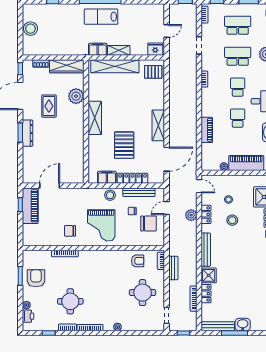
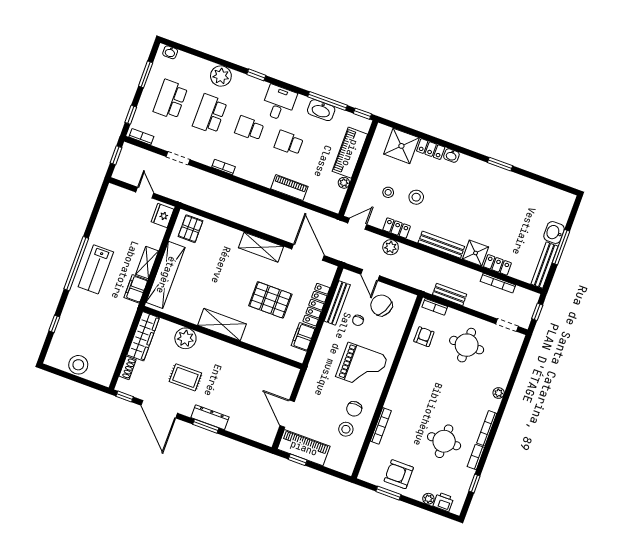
stool: (110, 195) -> (346, 429), moved
chair: (148, 223) -> (381, 305), turned -63

